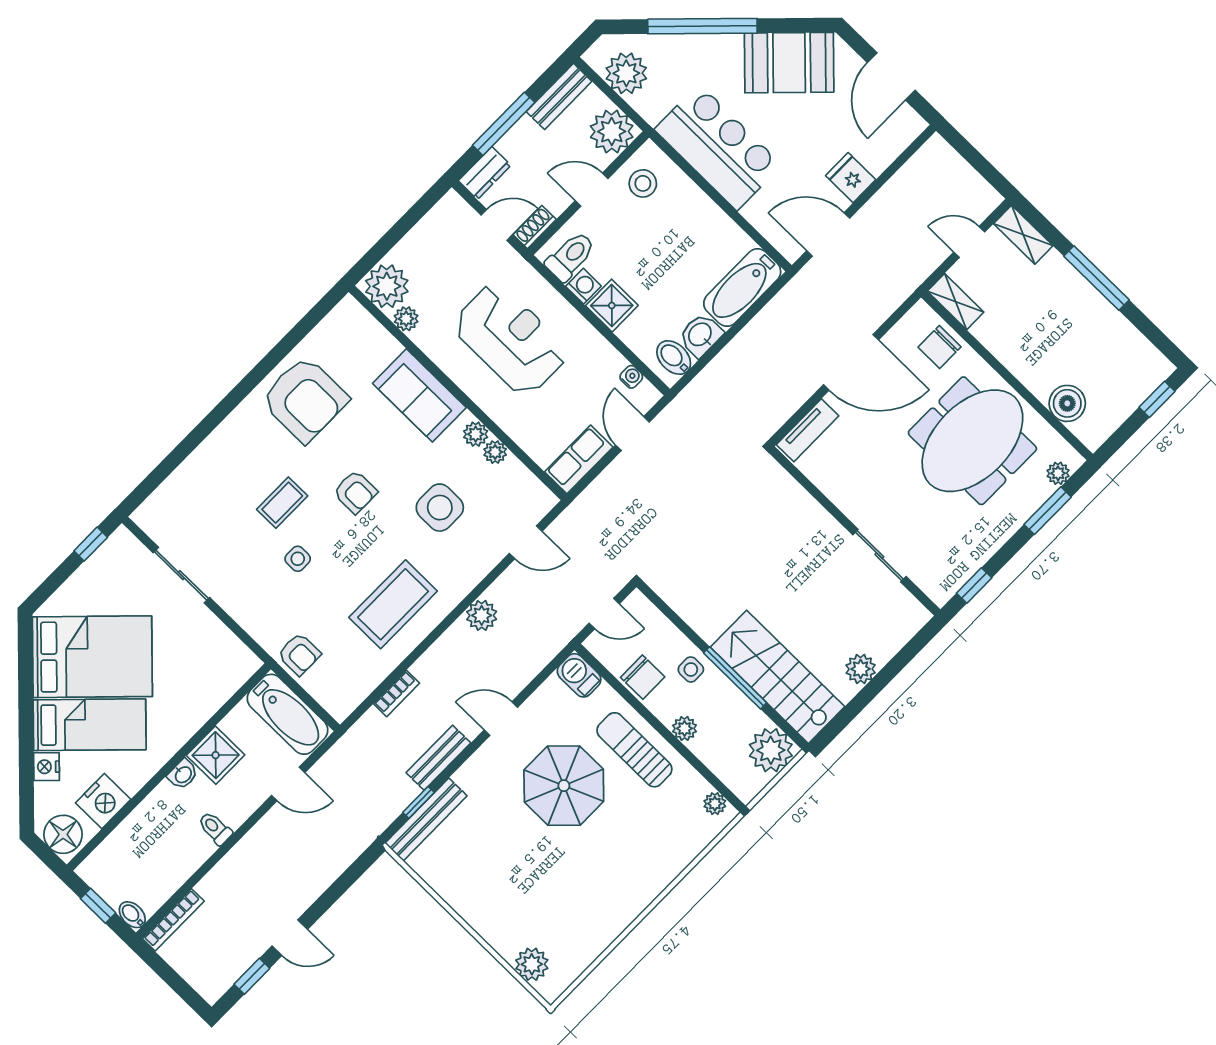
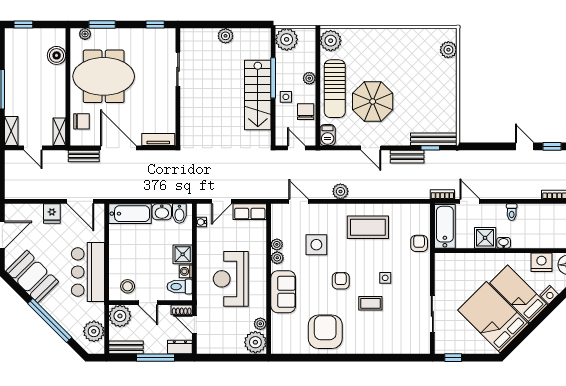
bench: (887, 302) -> (84, 156), added
stairs: (777, 677) -> (258, 95), moved
bookcase: (396, 693) -> (442, 194), moved
sun lounger: (634, 750) -> (335, 89), width x1.36, depth x1.34
plant: (715, 804) -> (331, 41), width x1.88, depth x1.88

